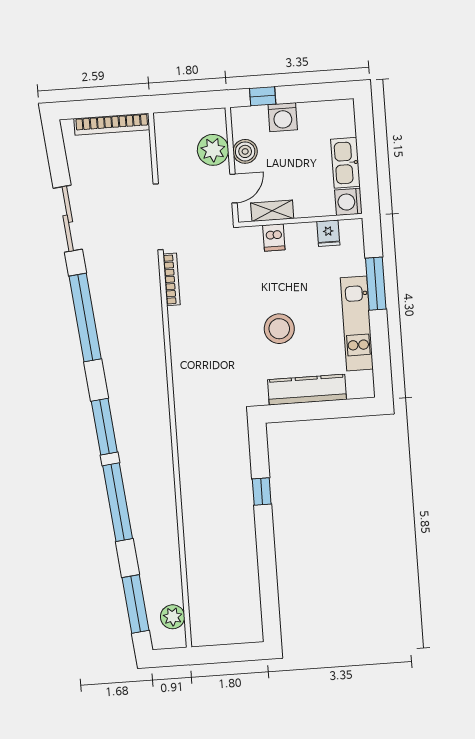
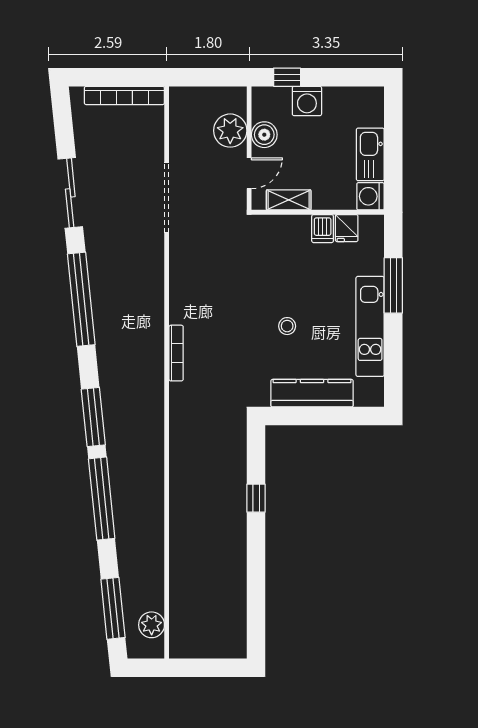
dishwasher: (274, 238) -> (323, 229), moved
bookcase: (172, 279) -> (176, 353), moved
stool: (279, 329) -> (287, 326), width x0.53, depth x0.53

